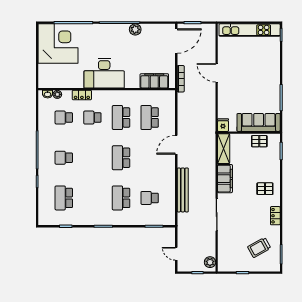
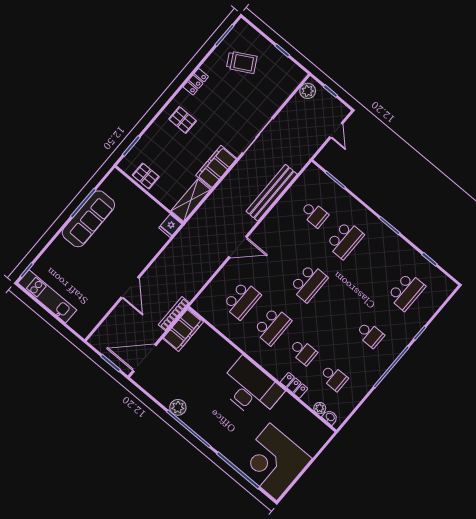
kitchen unit: (250, 30) -> (47, 296), width x0.73
filing cabinet: (154, 81) -> (183, 330), moved, turned -90
sofa: (259, 122) -> (88, 219), moved, turned -90

